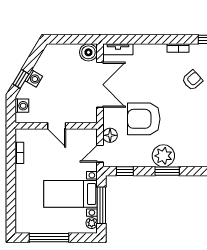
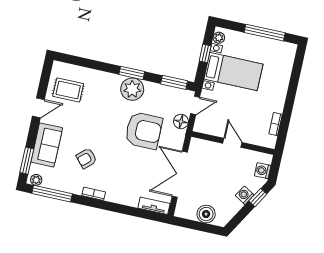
boiler: (88, 52) -> (206, 214), moved
window: (125, 171) -> (174, 82), width x1.50
window: (101, 205) -> (205, 53), width x0.46

